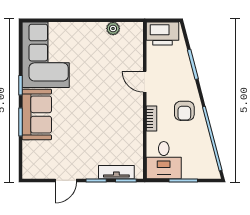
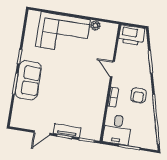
corner sofa: (46, 55) -> (63, 33), moved, turned 90
tv unit: (116, 172) -> (67, 131), moved

